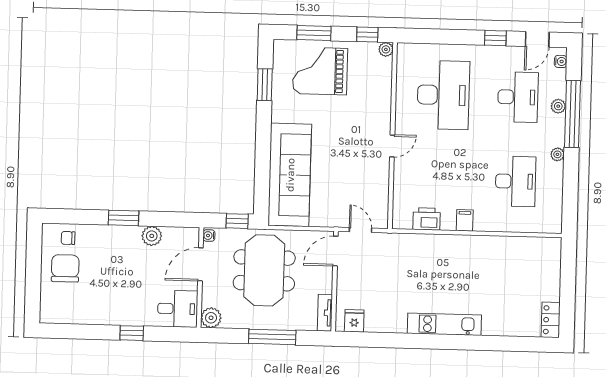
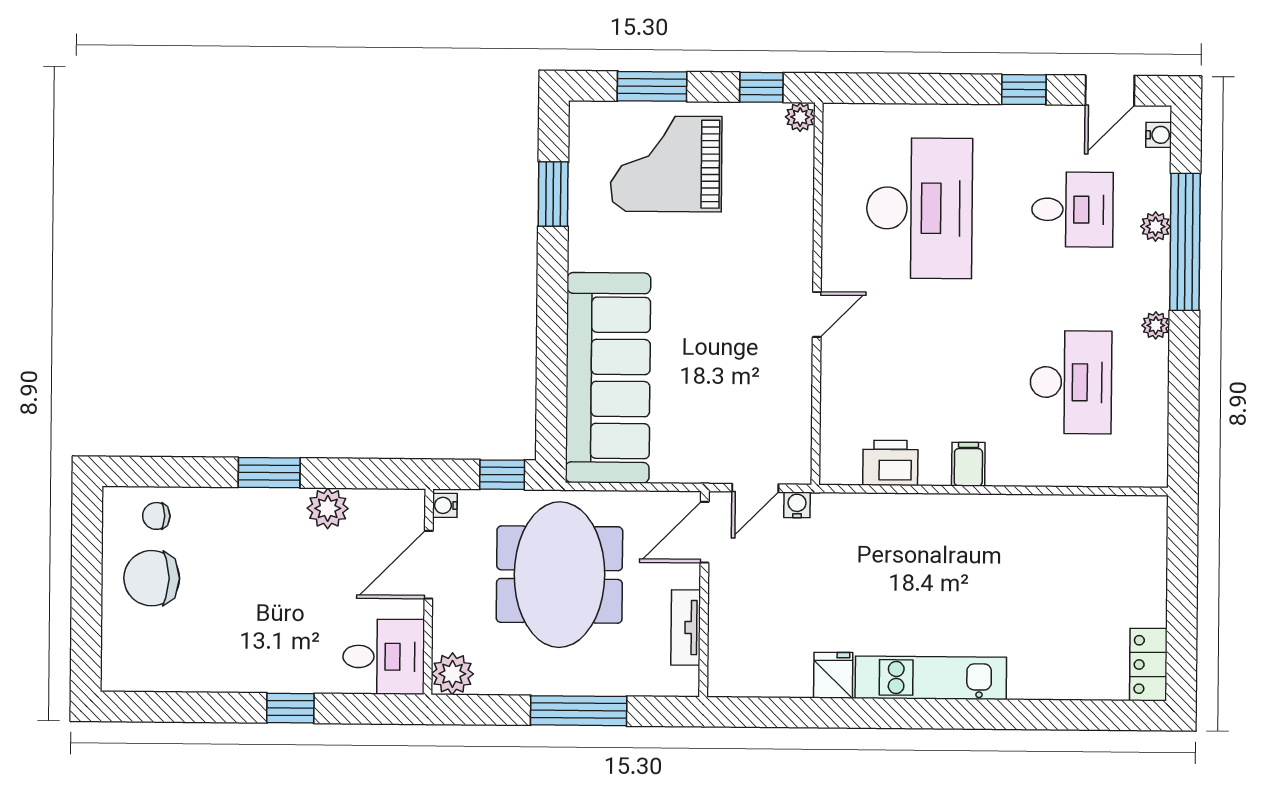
desk: (518, 97) -> (1072, 210), width x0.73
door: (361, 230) -> (755, 488), swing flipped
water cooler: (381, 239) -> (797, 505), added
chair: (65, 268) -> (152, 578), turned -90
tv unit: (325, 313) -> (686, 627), moved
fridge: (354, 321) -> (833, 675), moved

